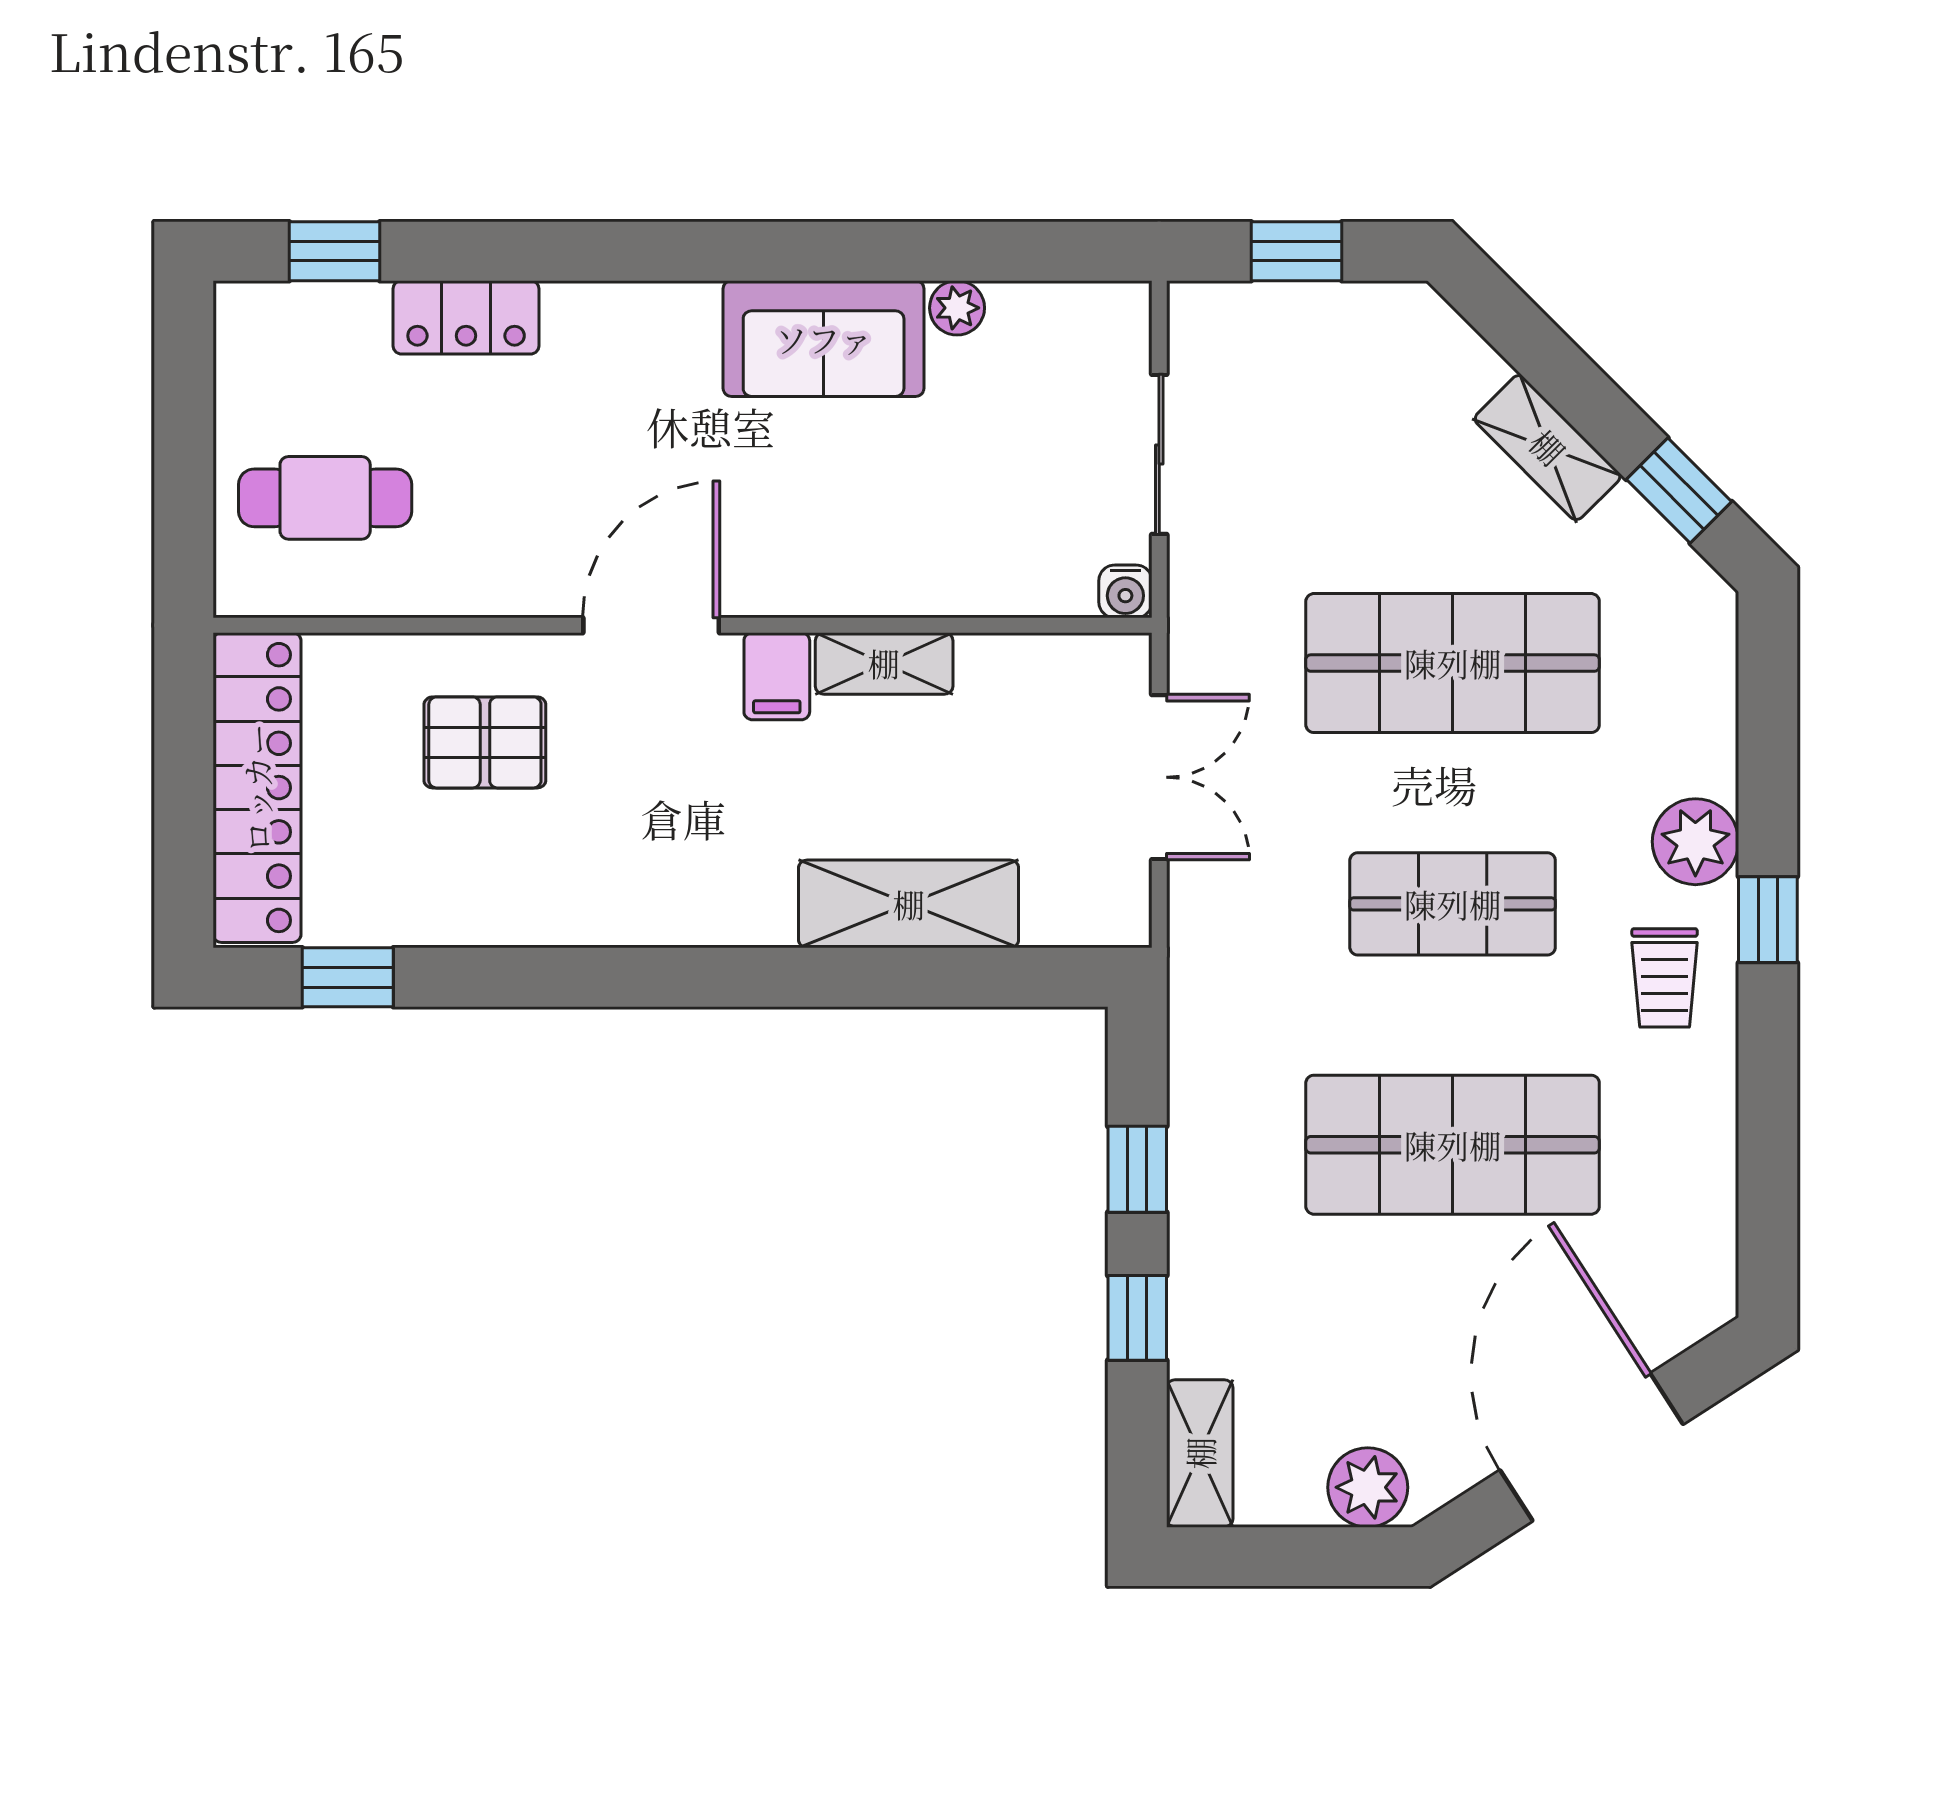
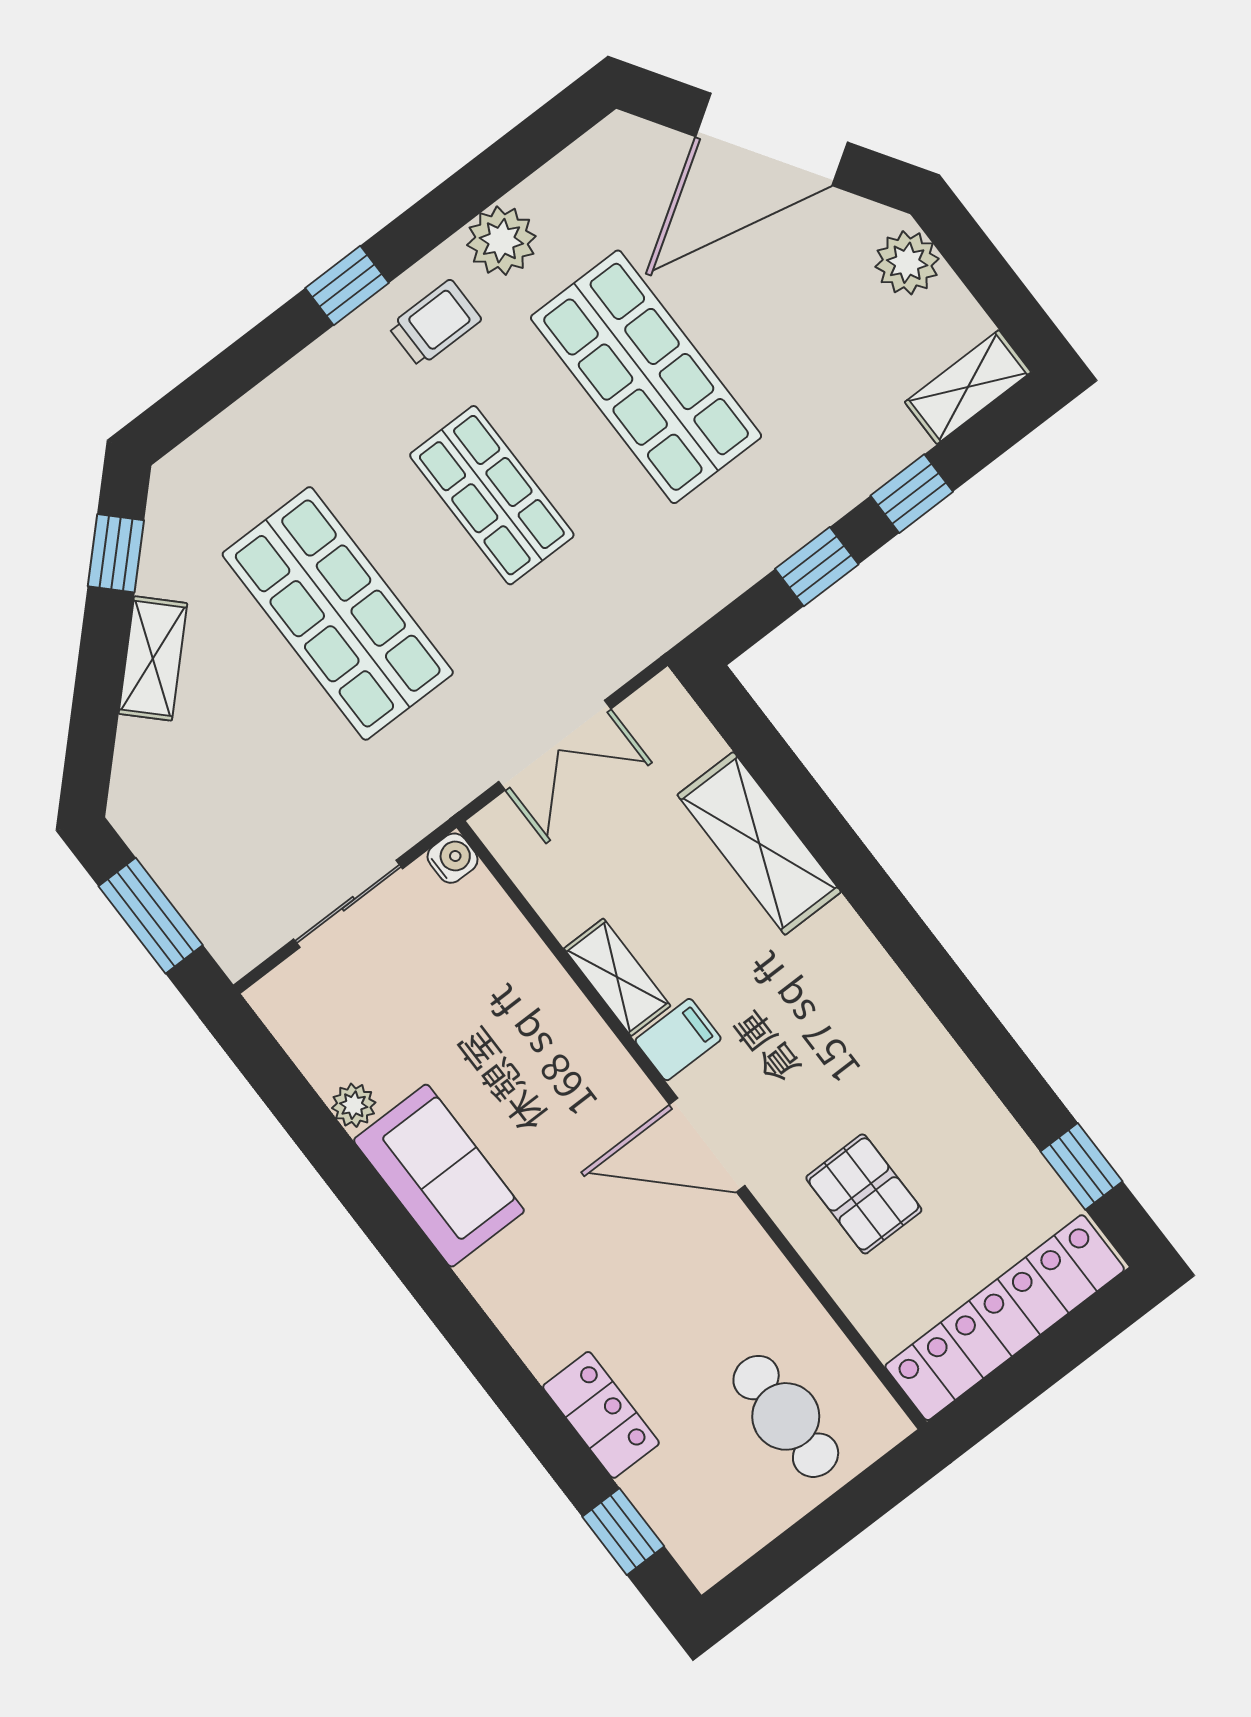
window: (1296, 251) -> (151, 916), width x1.50
double door: (1159, 777) -> (555, 745), swing flipped
plant: (1695, 842) -> (501, 241), moved

